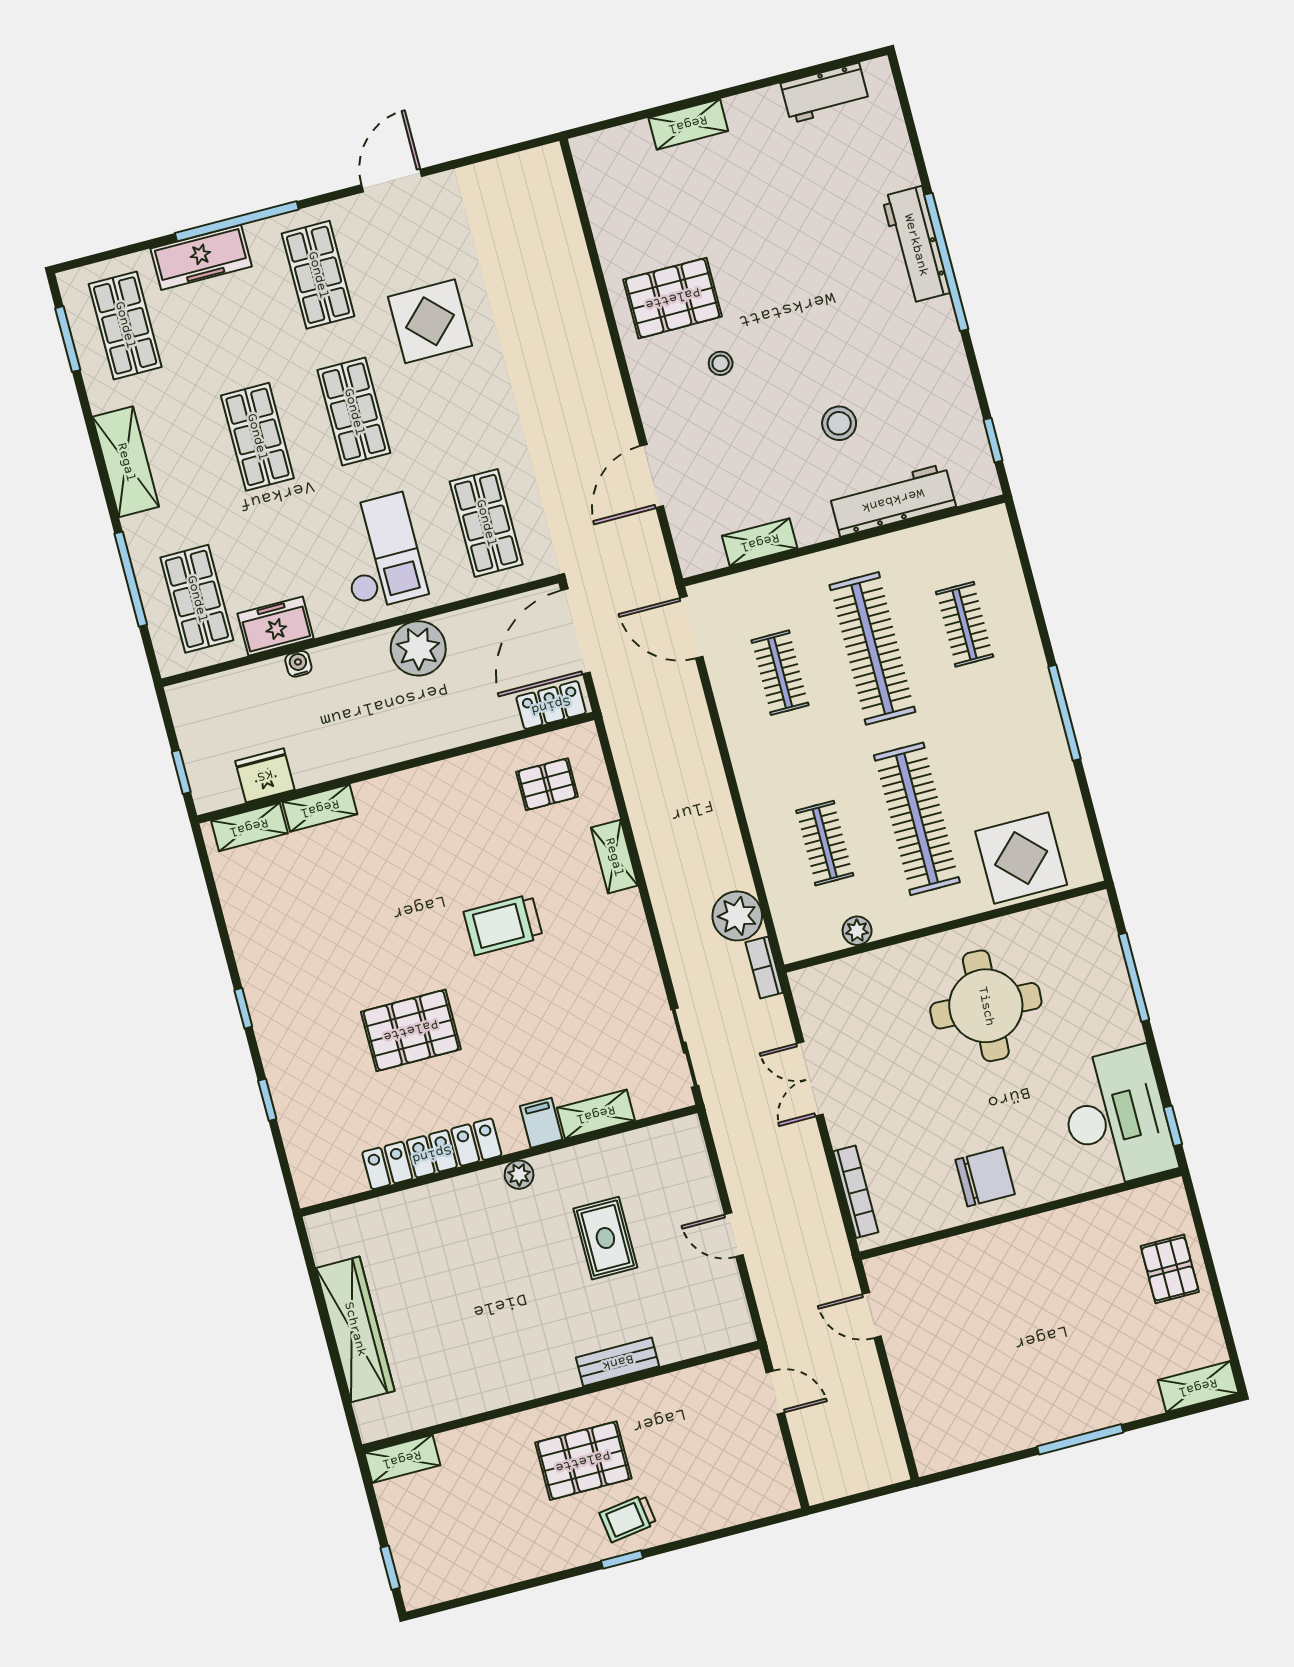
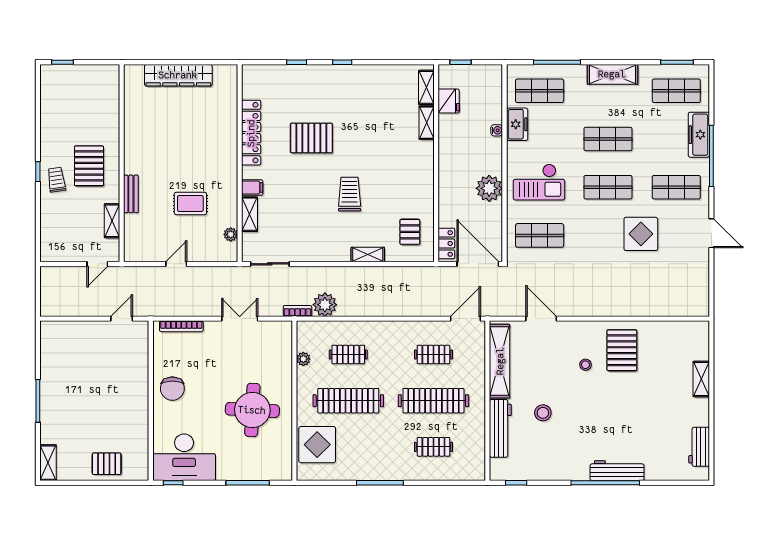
shelving: (760, 542) -> (500, 361), width x2.20, depth x1.33
pallet: (411, 1030) -> (311, 138), turned 90
plant: (519, 1175) -> (231, 234), moved
shelving: (402, 1459) -> (112, 221), moved

